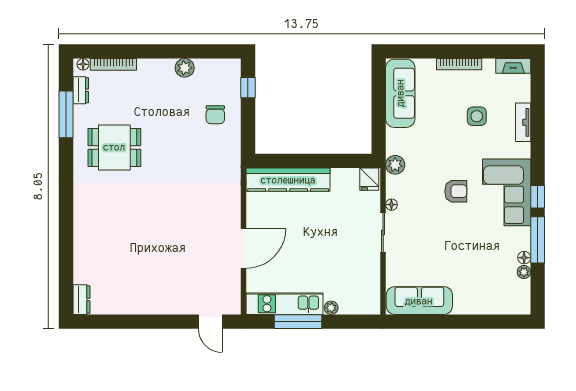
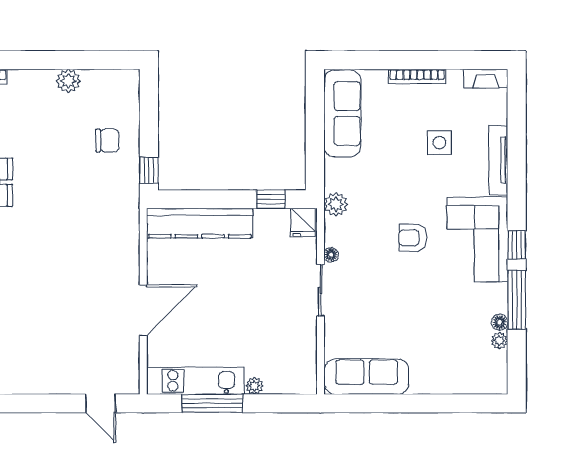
window: (248, 88) -> (149, 170), moved
chair: (215, 115) -> (107, 141), turned -90
tv unit: (523, 122) -> (498, 160), width x1.41
window: (344, 161) -> (271, 199), added
armchair: (456, 191) -> (413, 238), turned 180

